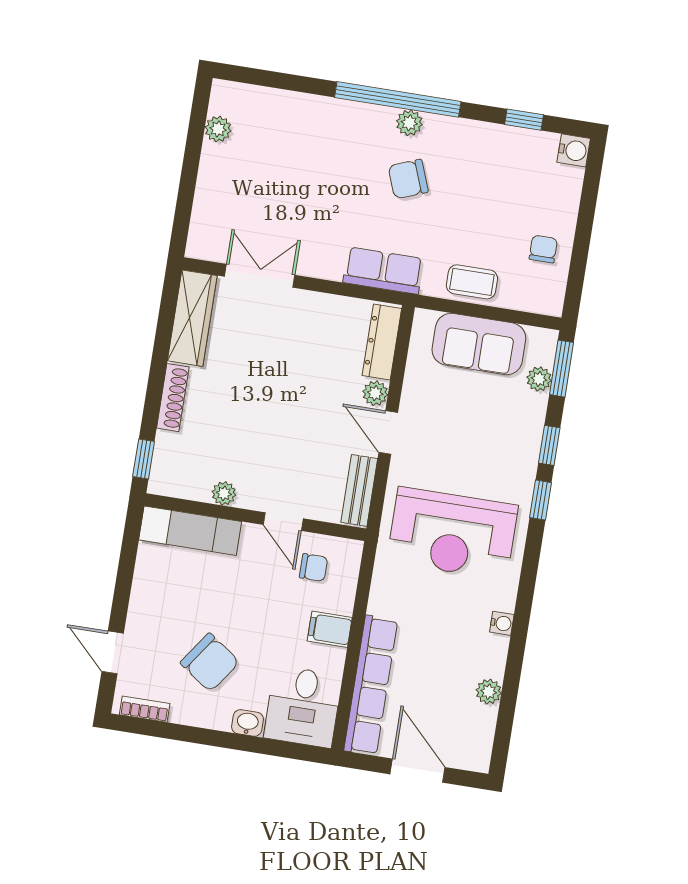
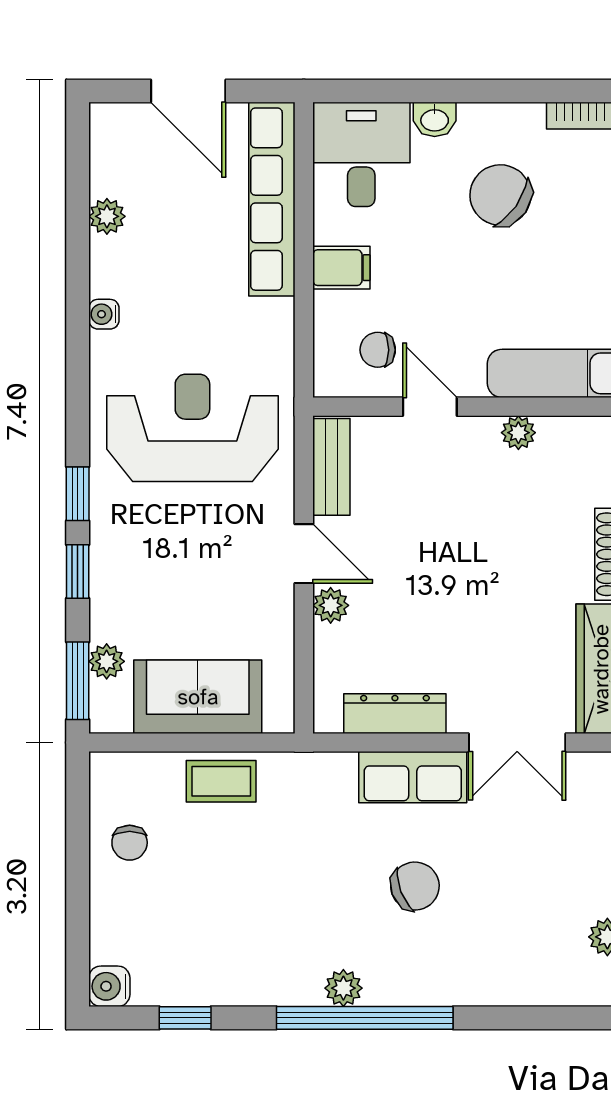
chair: (408, 179) -> (415, 886), moved
row of seats: (383, 271) -> (413, 777), moved
dresser: (382, 342) -> (395, 714), moved, turned -90

